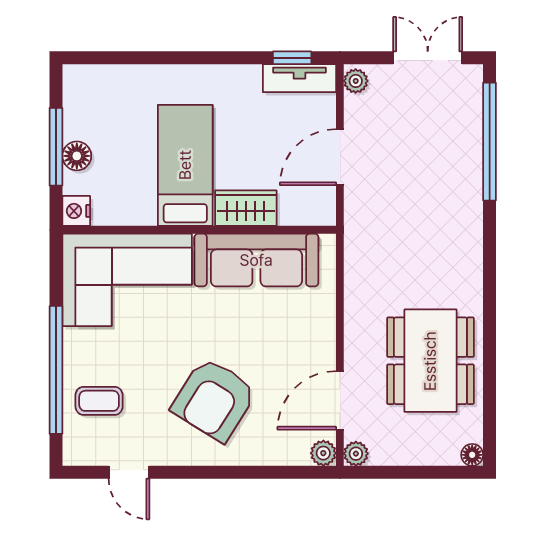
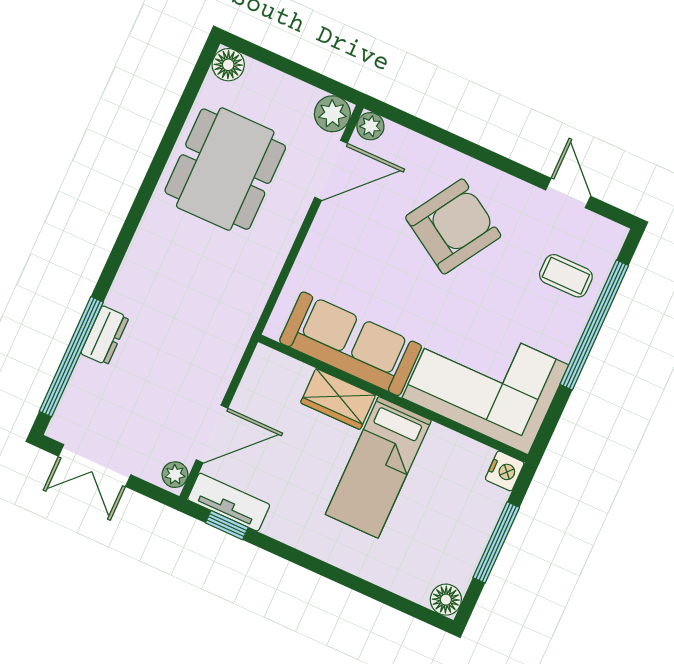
floor lamp: (77, 156) -> (446, 600), moved
door: (340, 157) -> (212, 434), moved
dresser: (469, 173) -> (105, 335), added
plant: (356, 454) -> (332, 114), width x1.38, depth x1.38
floor lamp: (472, 455) -> (228, 65), width x1.37, depth x1.37

